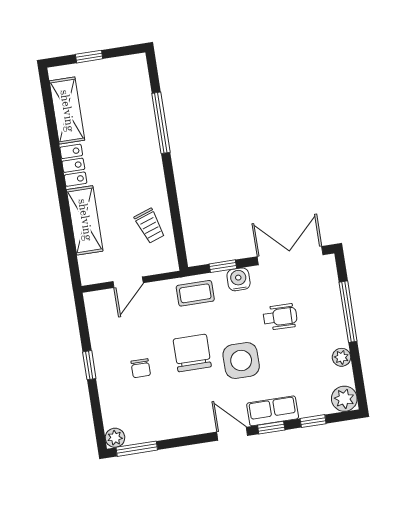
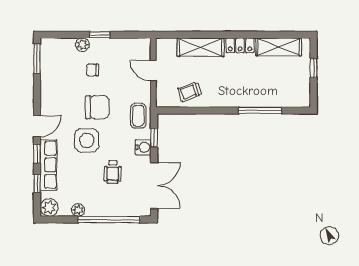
window: (348, 312) -> (109, 220), width x1.46
row of seats: (273, 411) -> (48, 165), width x1.48
plant: (115, 438) -> (82, 45), moved

